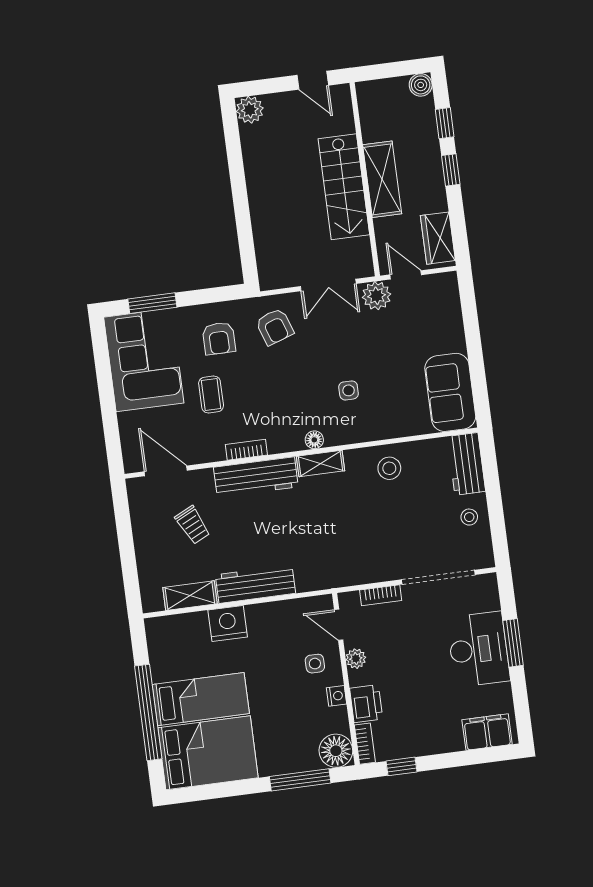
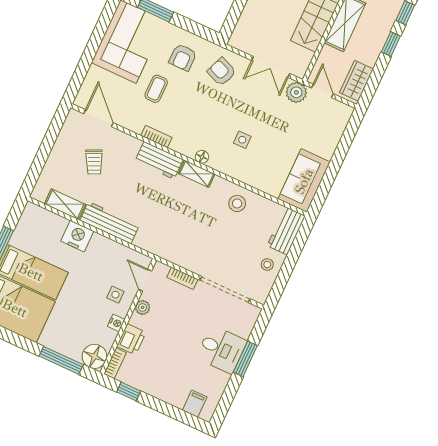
armchair: (275, 327) -> (222, 72), turned 131
workbench: (256, 477) -> (159, 160), width x0.73
desk: (478, 649) -> (221, 349), width x0.73
filing cabinet: (487, 732) -> (195, 404), width x0.50

